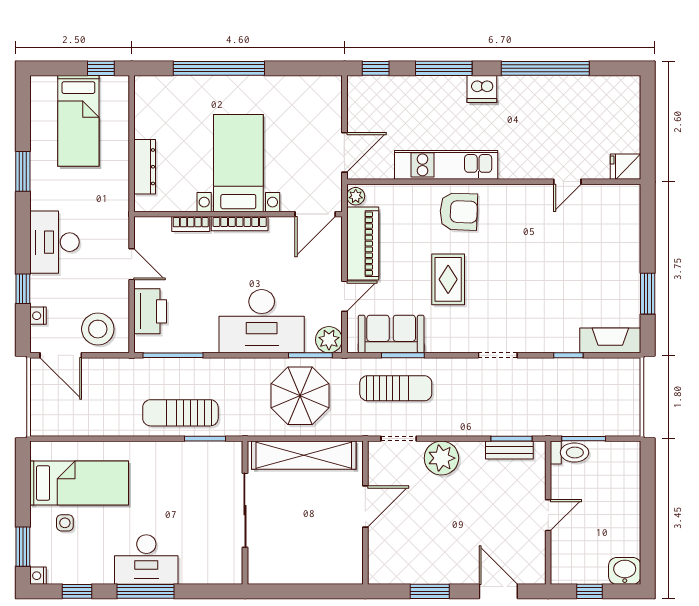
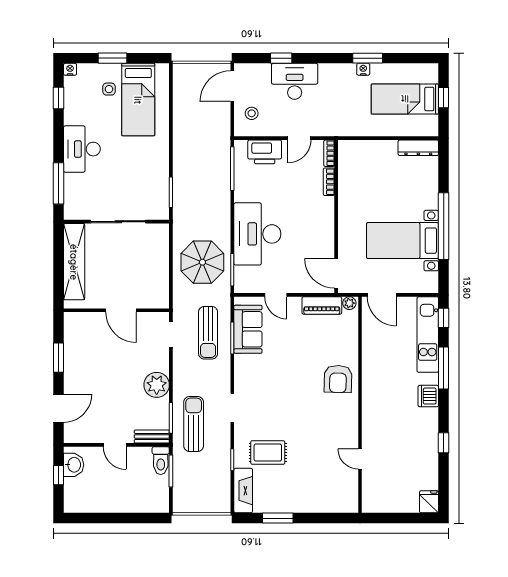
window: (101, 68) -> (444, 98), moved
window: (219, 68) -> (444, 226), moved
window: (545, 68) -> (444, 443), width x0.32
bed with nightstands: (238, 163) -> (403, 241), moved, turned 180
kitchen unit: (446, 165) -> (428, 335), moved, turned 180
dresser: (145, 167) -> (418, 148), moved
fridge: (625, 167) -> (429, 502), moved
bookcase: (240, 224) -> (329, 153), moved, width x0.64
desk: (54, 242) -> (295, 81), moved
piano: (363, 244) -> (322, 305), width x0.73, depth x0.75
rug: (448, 279) -> (268, 452), moved
nightstand: (38, 316) -> (363, 69), moved
stool: (98, 329) -> (252, 113), width x0.53, depth x0.53
plant: (329, 340) -> (244, 283), removed
sun lounger: (180, 413) -> (194, 424), moved
bench: (509, 450) -> (152, 436), moved, turned 90
shelving: (304, 455) -> (74, 262), moved
plant: (441, 458) -> (157, 385), moved
window: (23, 547) -> (112, 58), moved
washbasin: (625, 571) -> (74, 465), moved
window: (145, 591) -> (59, 183), moved

